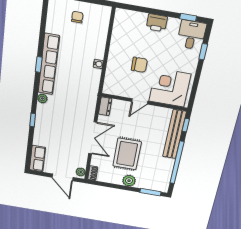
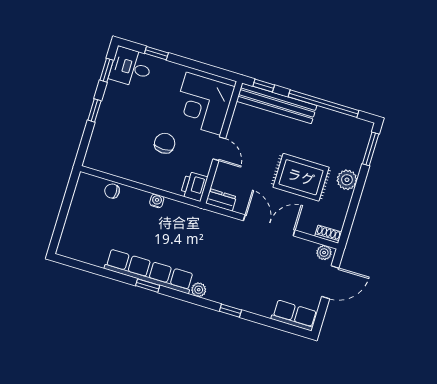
window: (158, 12) -> (94, 110), added
chair: (77, 17) -> (112, 191), moved
printer: (157, 23) -> (194, 186), moved, turned 180

